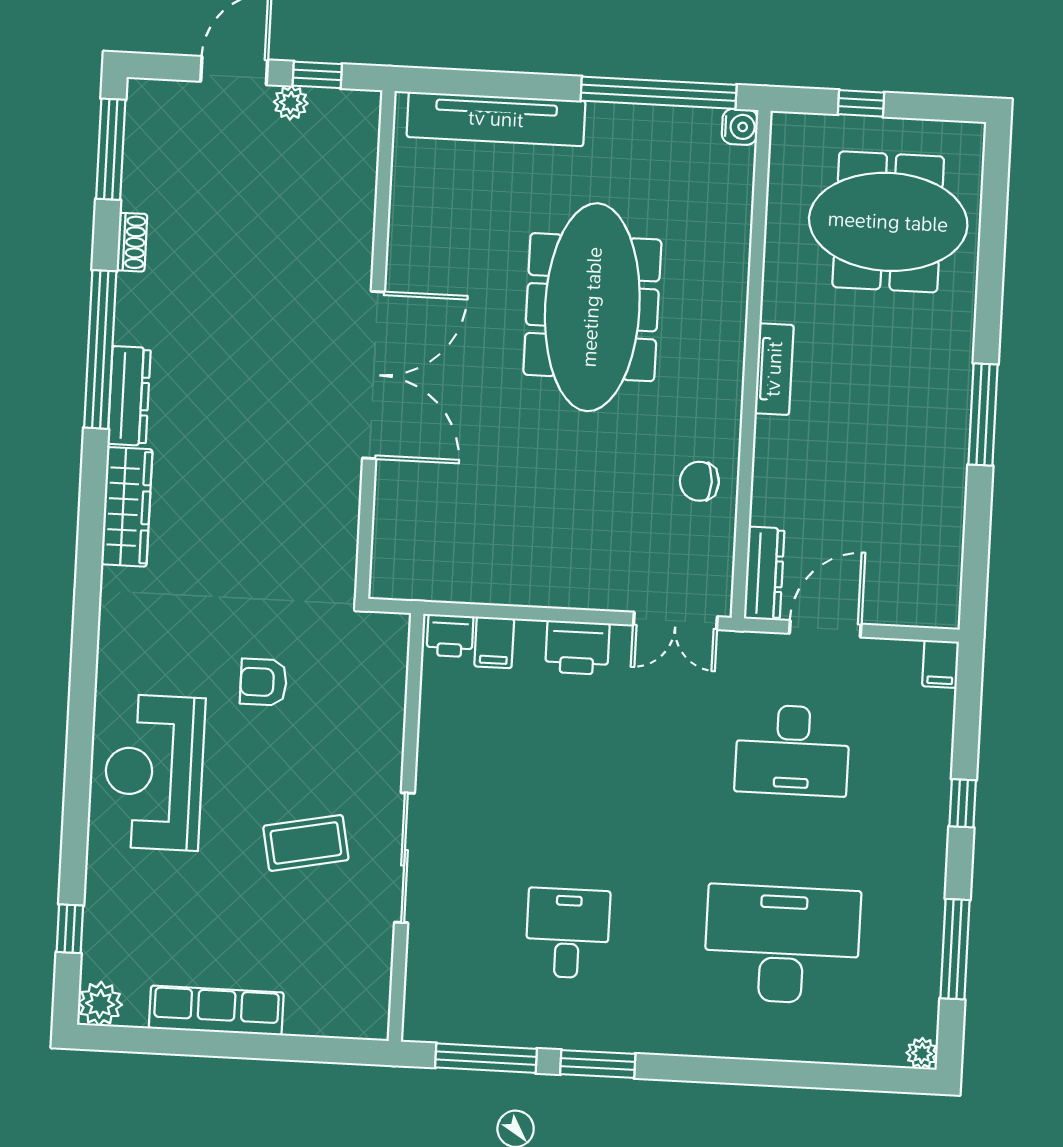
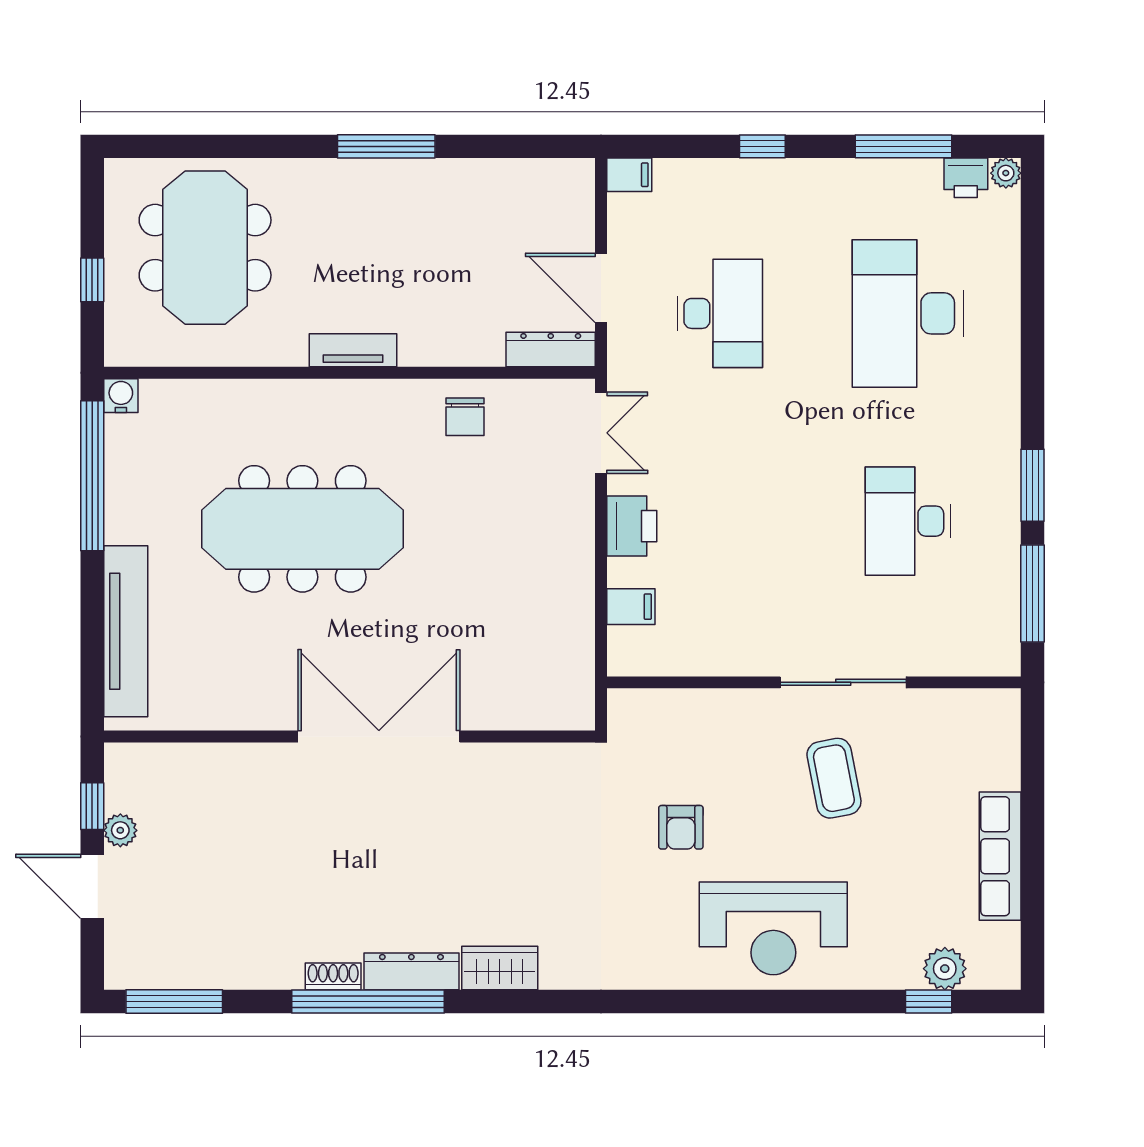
shoe rack: (132, 242) -> (333, 976), moved
wardrobe: (127, 507) -> (500, 968), width x0.67
printer: (450, 636) -> (966, 178), moved, turned 90
desk: (568, 933) -> (908, 521), width x1.37
plant: (100, 1004) -> (945, 969), moved

